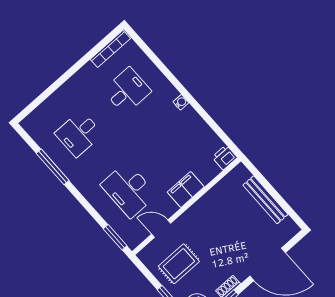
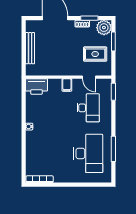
desk: (127, 91) -> (49, 153), removed
desk: (79, 134) -> (88, 153), width x1.87, depth x1.30
printer: (225, 157) -> (37, 86), width x1.87, depth x1.48
filing cabinet: (186, 190) -> (67, 85), width x0.50

